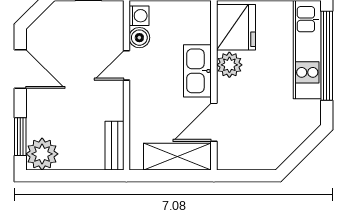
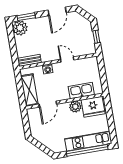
washing machine: (139, 16) -> (48, 69), moved
boiler: (139, 38) -> (81, 63), removed
kitchen sink: (197, 71) -> (81, 91), moved
door: (214, 122) -> (48, 104), swing flipped

